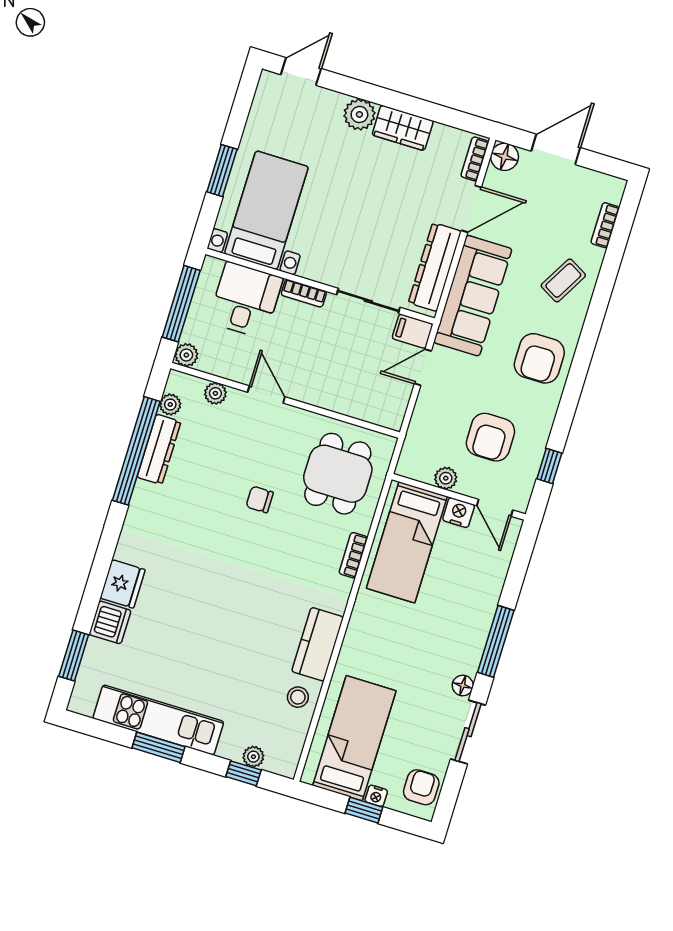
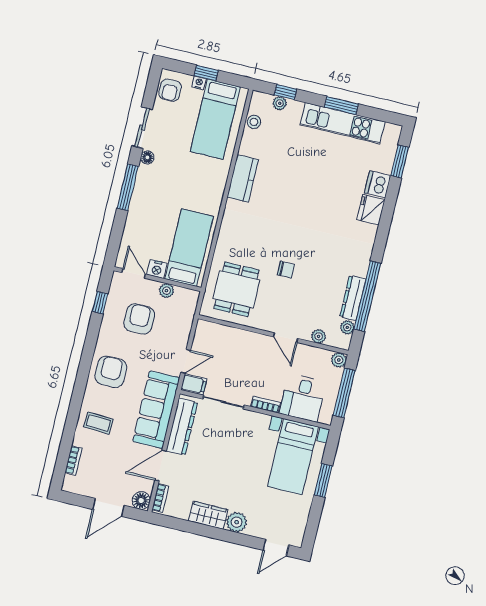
coffee table: (563, 280) -> (98, 423), turned 63
bookcase: (353, 555) -> (223, 237), removed
stool: (298, 697) -> (254, 122), moved

